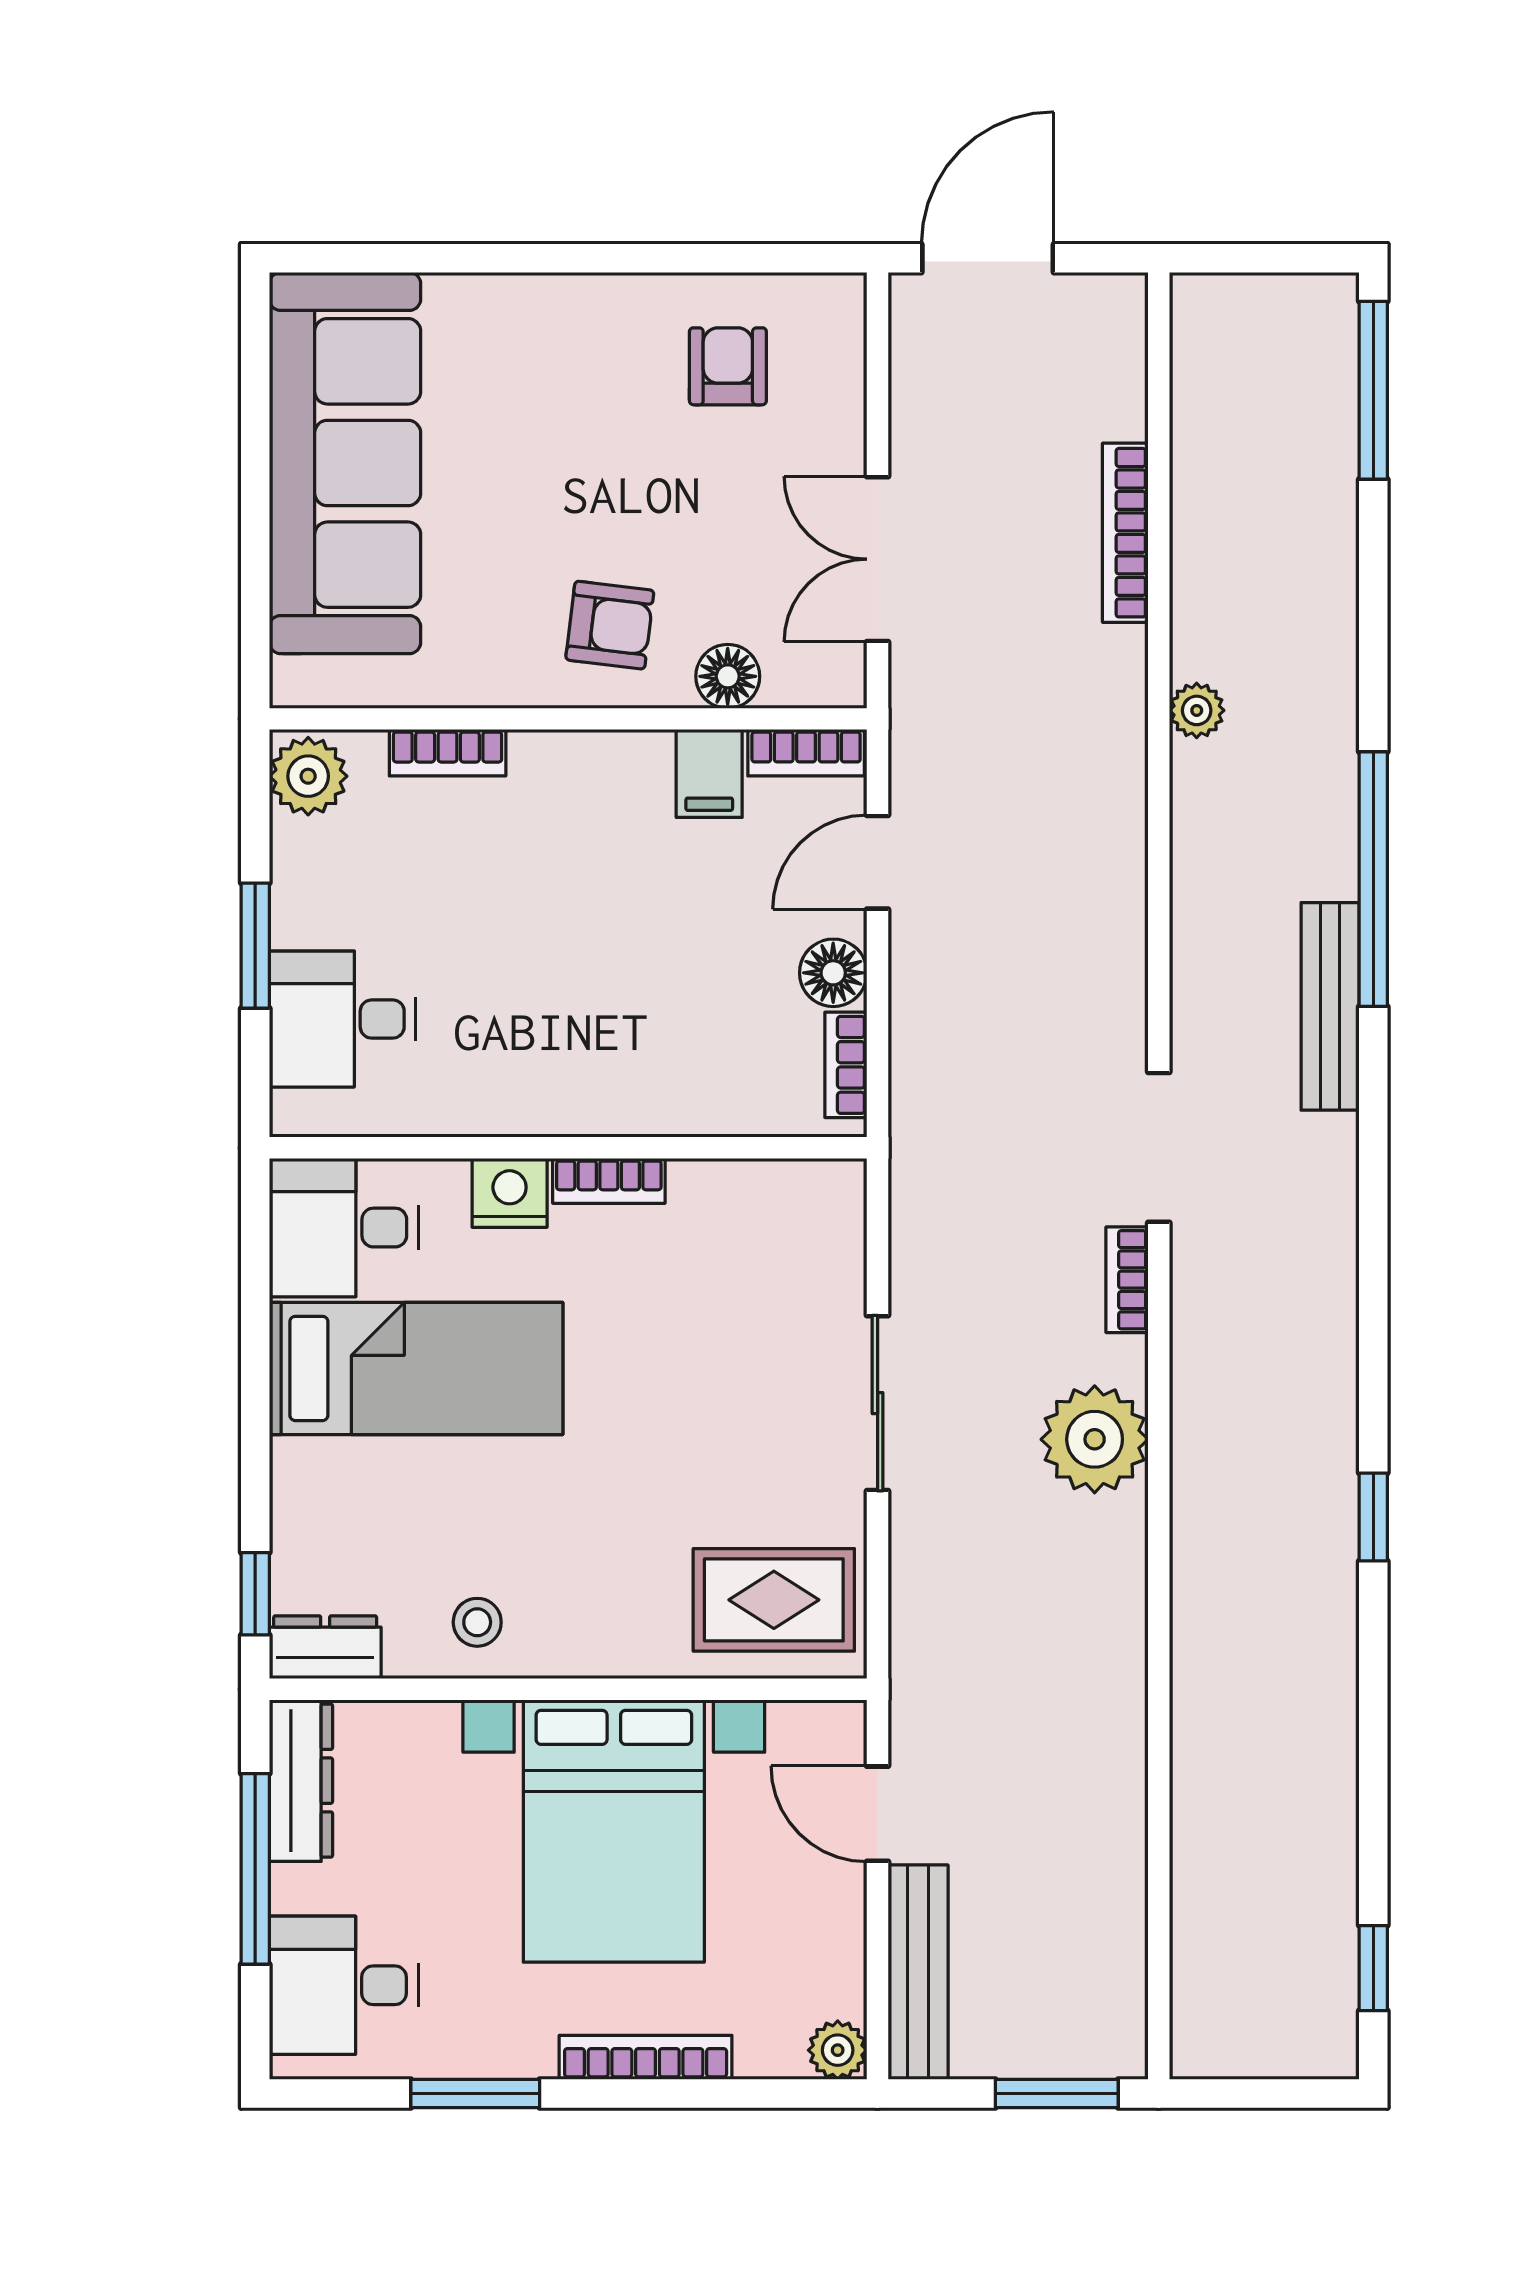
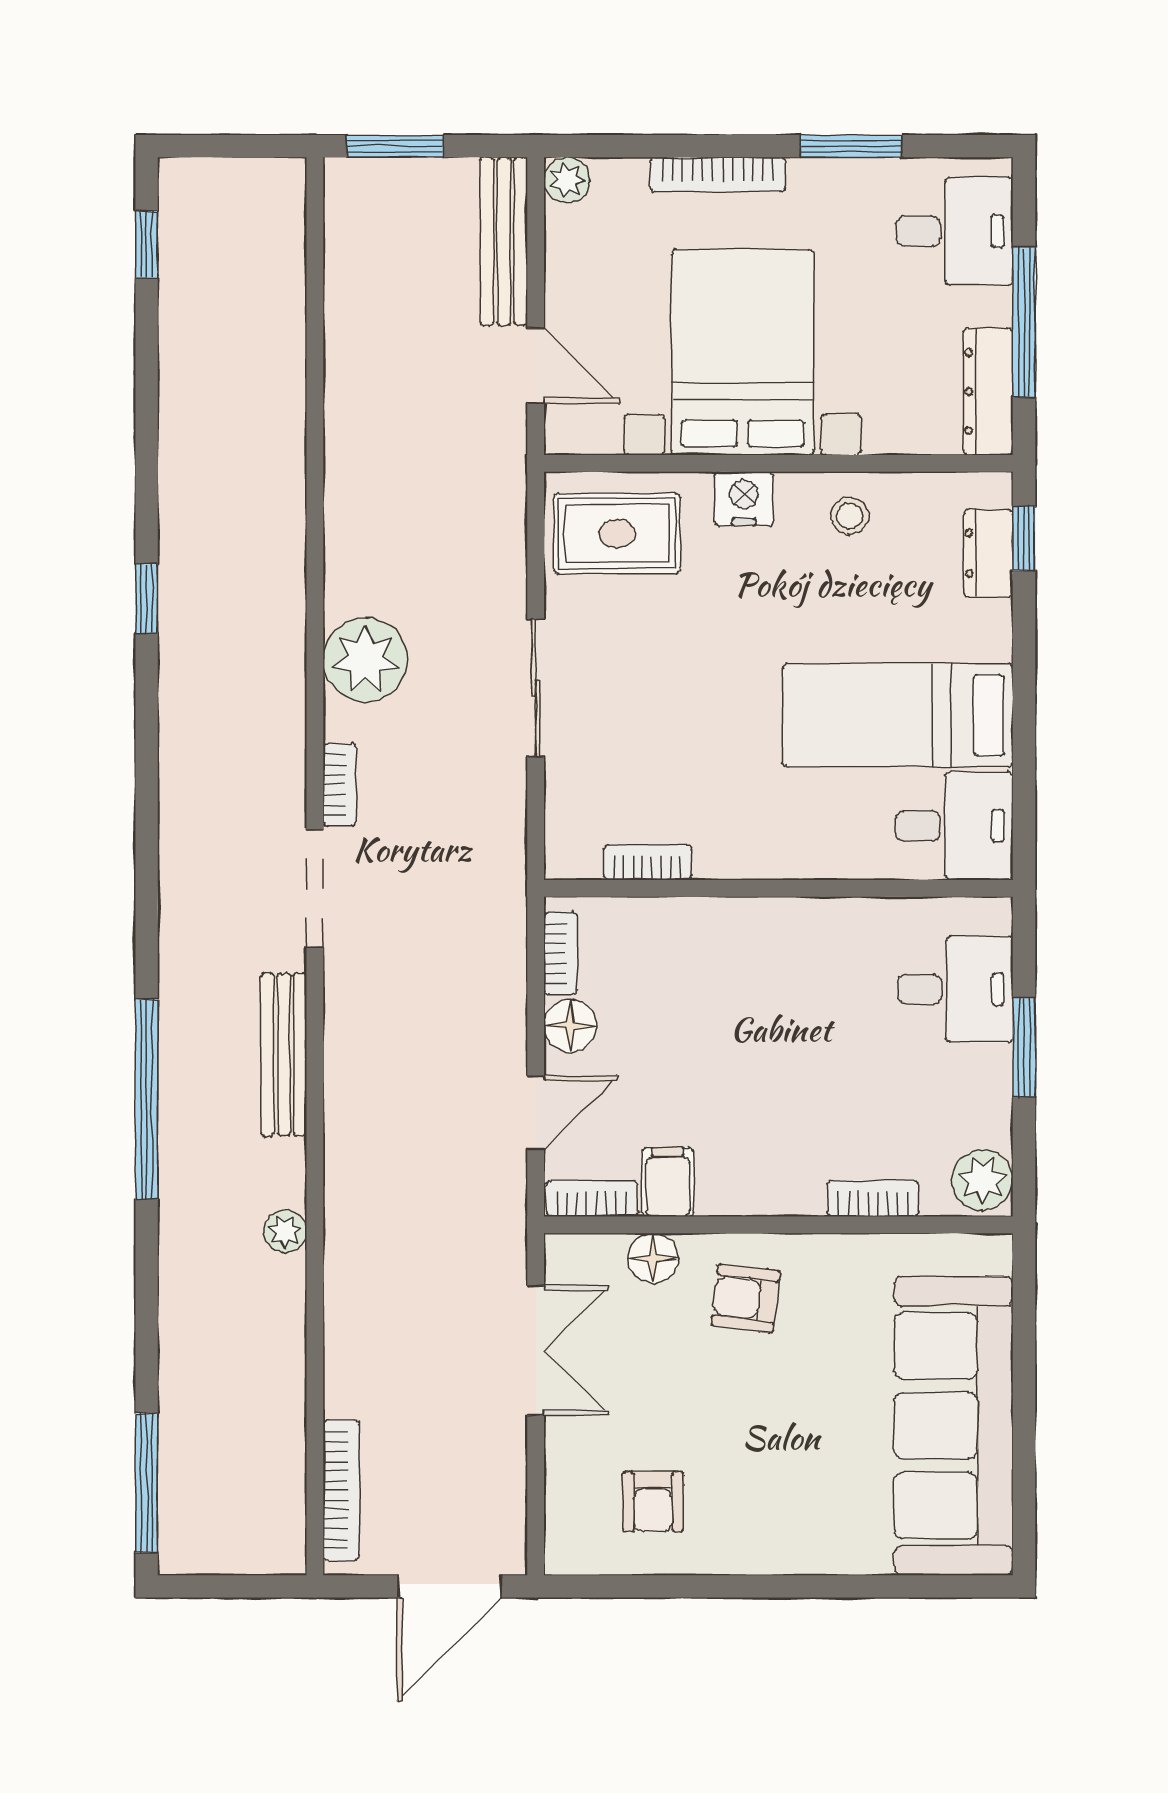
bookcase: (1125, 533) -> (341, 1490), moved
bench: (1330, 1006) -> (284, 1054), moved
bookcase: (609, 1181) -> (647, 862), moved
nightstand: (510, 1193) -> (744, 499), moved, turned 180
dresser: (325, 1647) -> (988, 553), moved, turned 90

